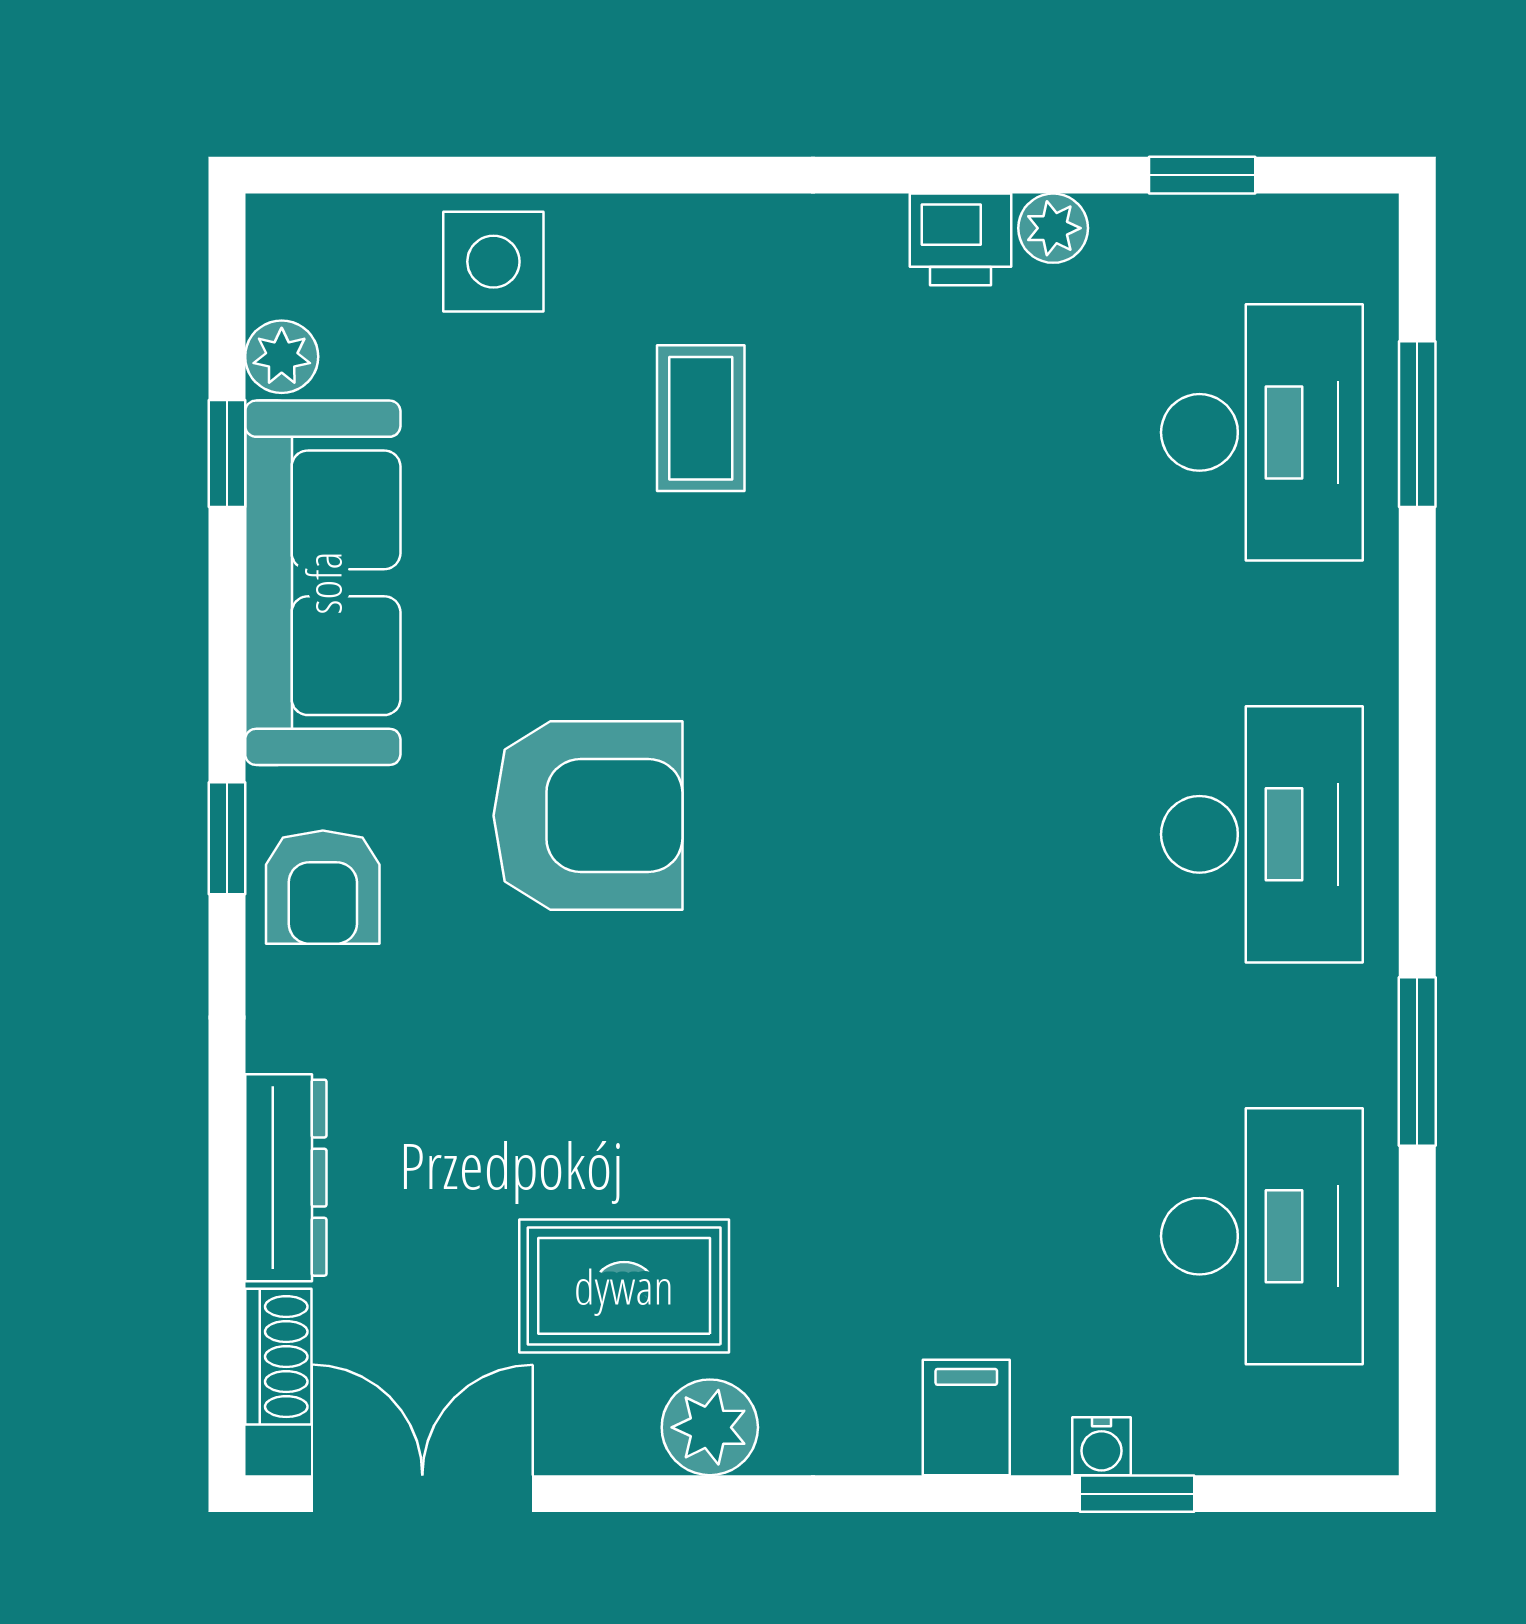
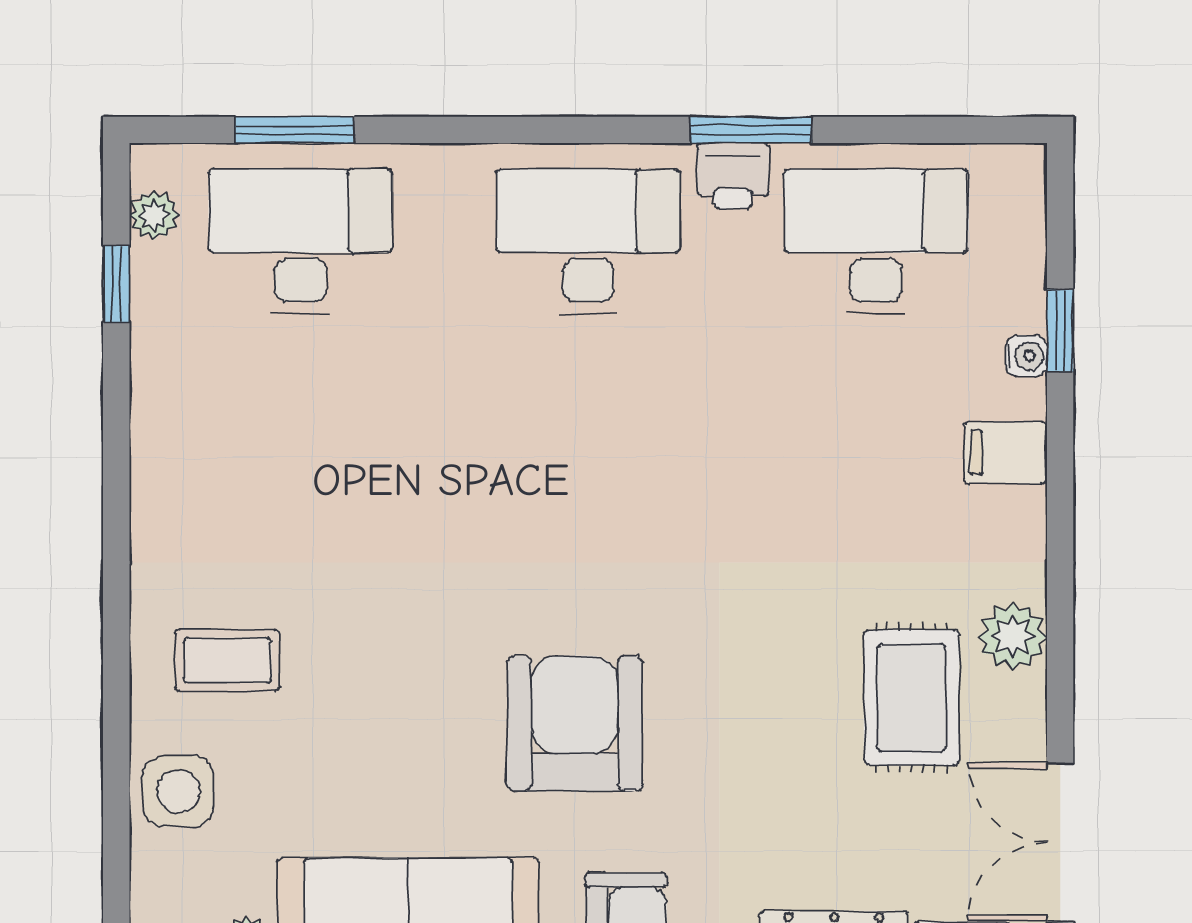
plant: (1053, 228) -> (154, 215), moved
printer: (960, 239) -> (733, 176), moved, turned 90
coffee table: (701, 418) -> (227, 660), moved

